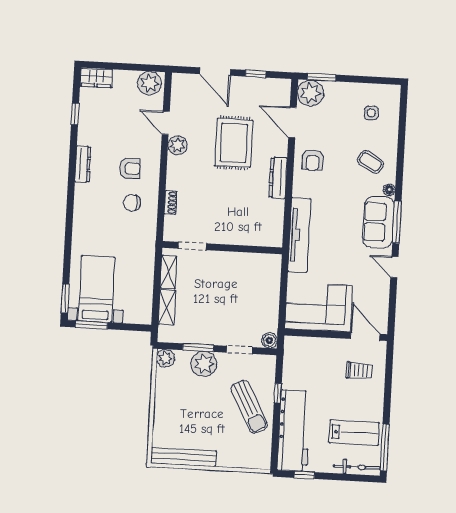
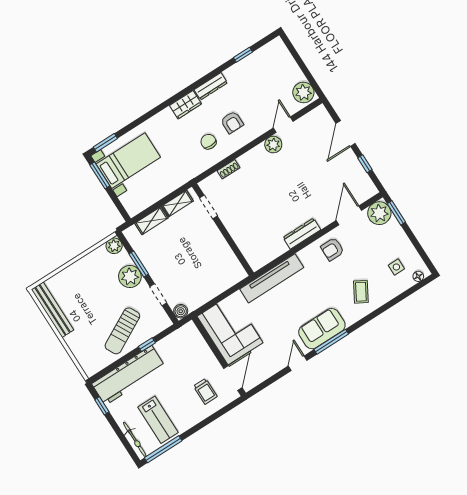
wardrobe: (96, 78) -> (186, 105), moved, turned -90
rug: (234, 143) -> (304, 184), removed
floor lamp: (389, 190) -> (418, 276), moved

